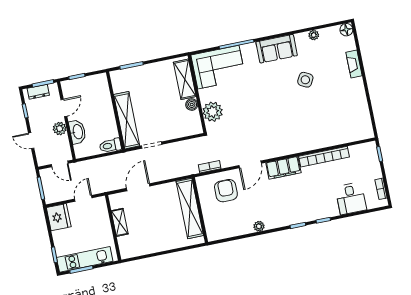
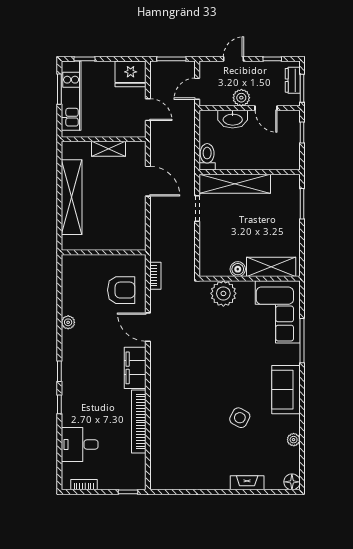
shelving: (190, 209) -> (72, 197), moved, turned 90

